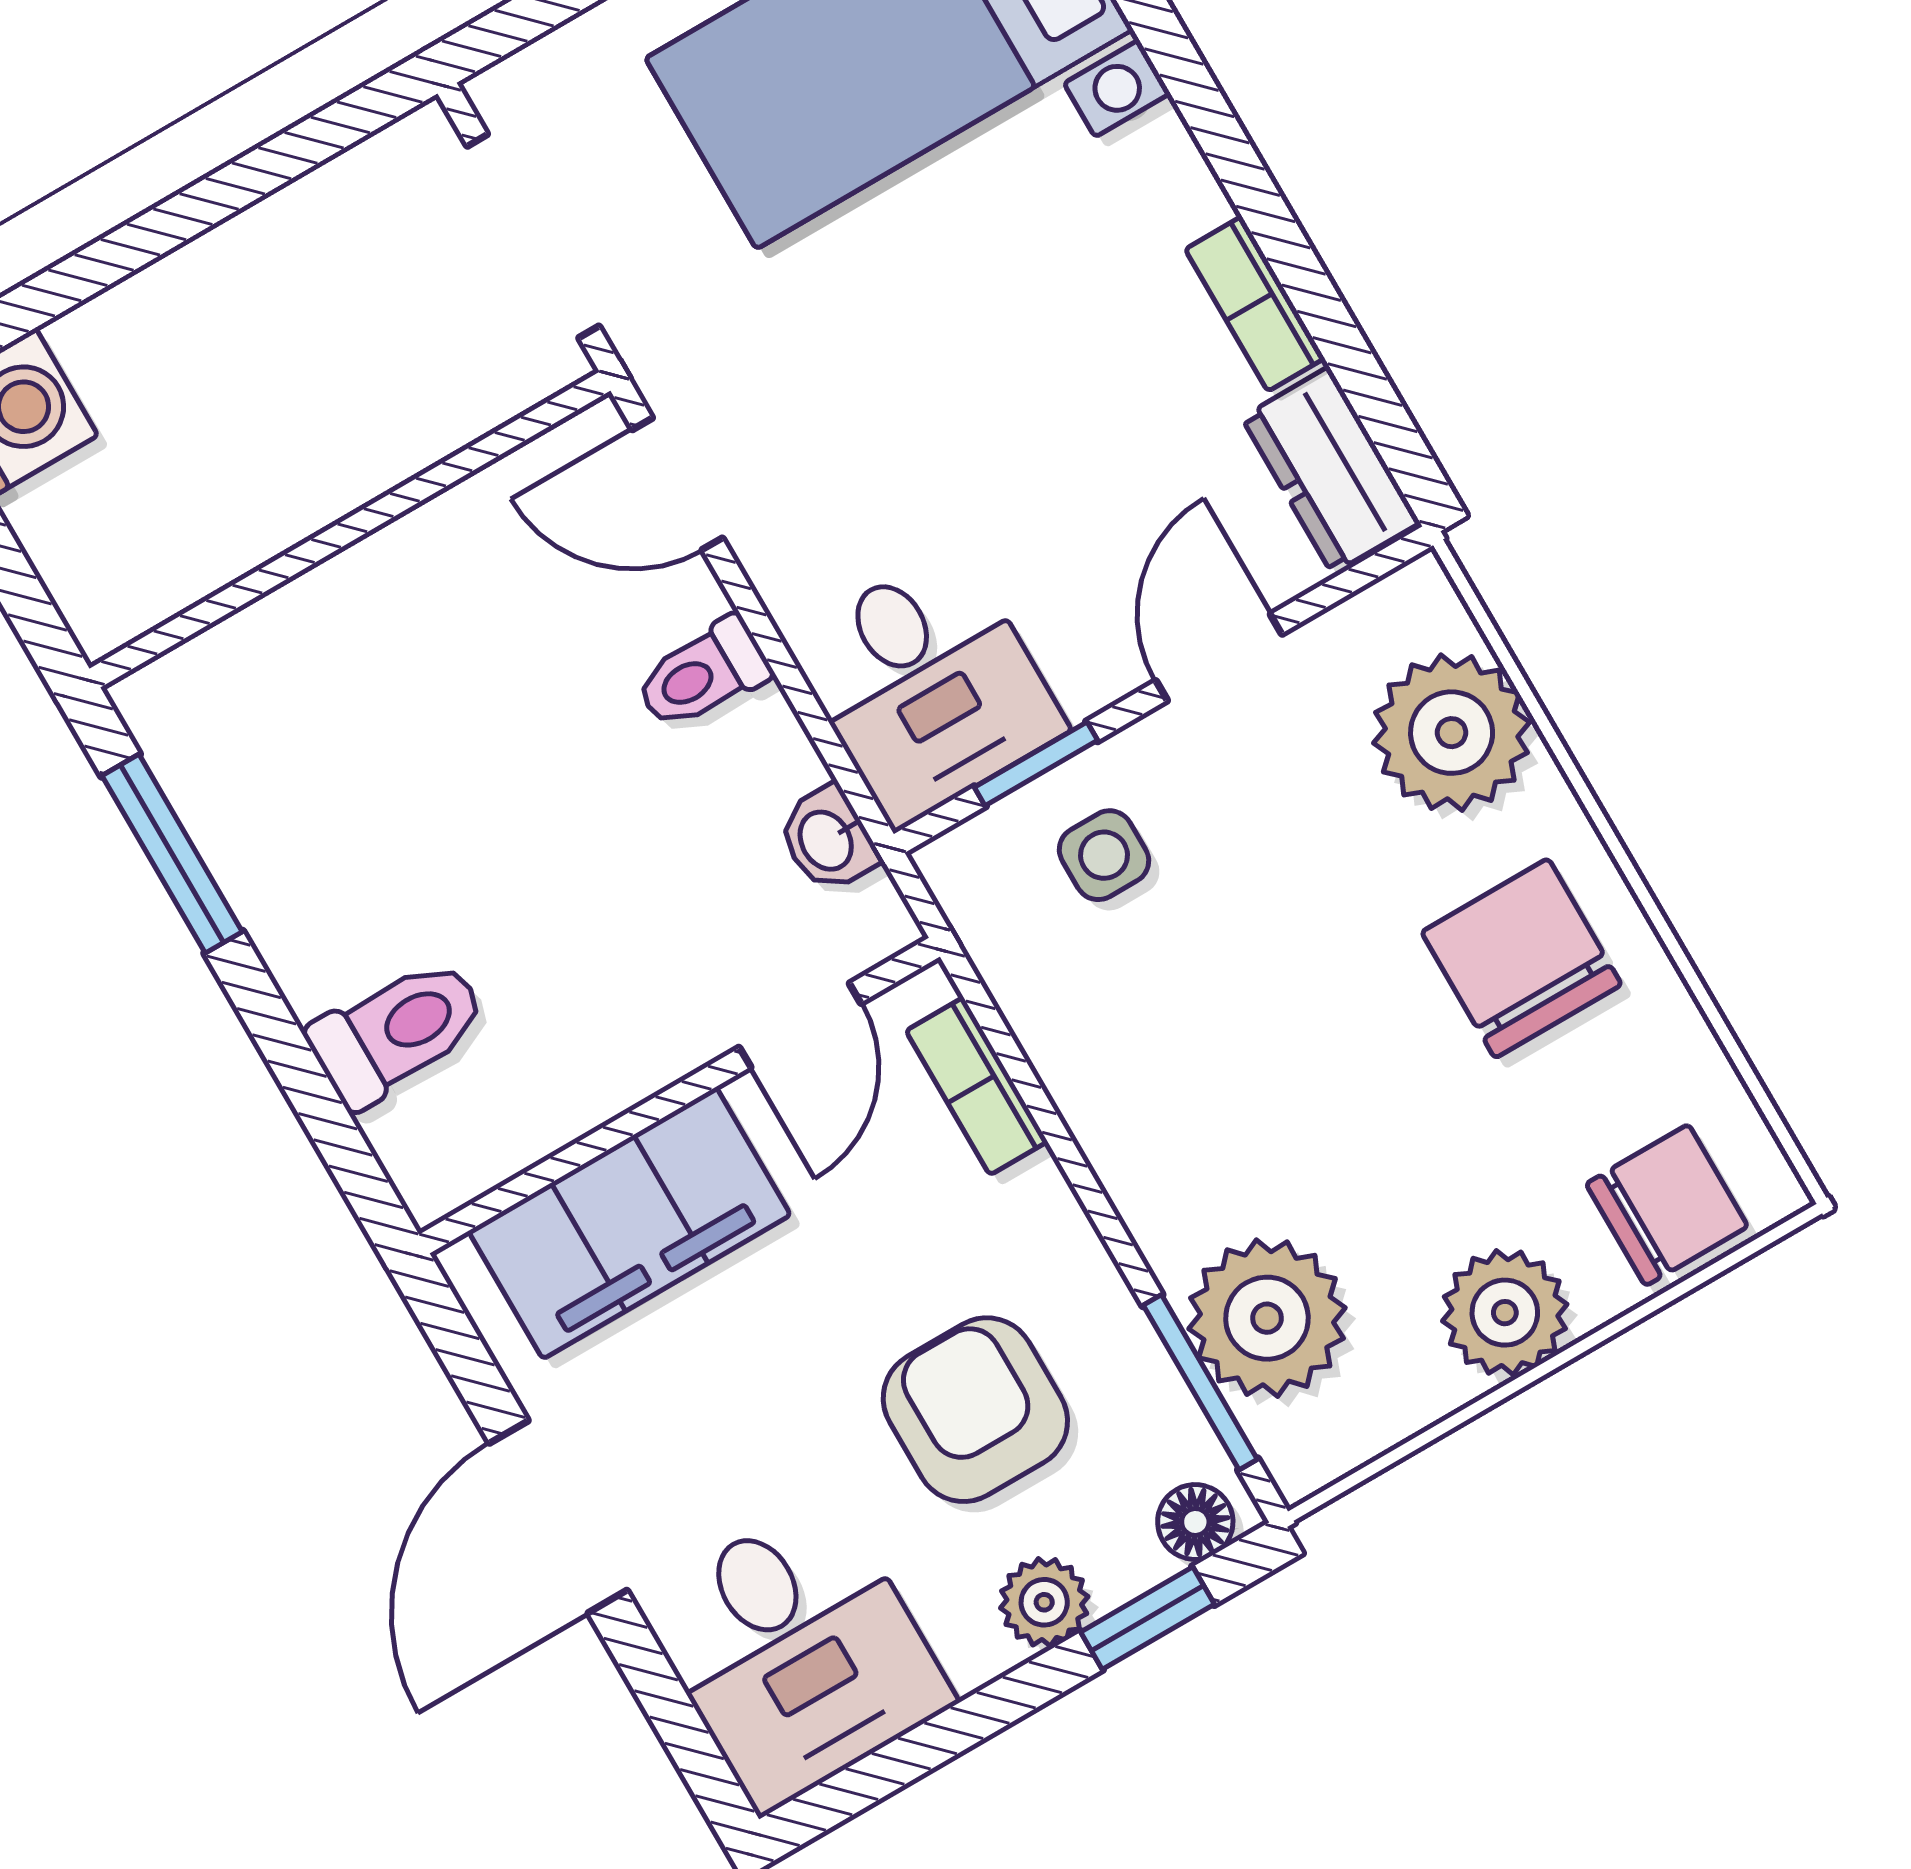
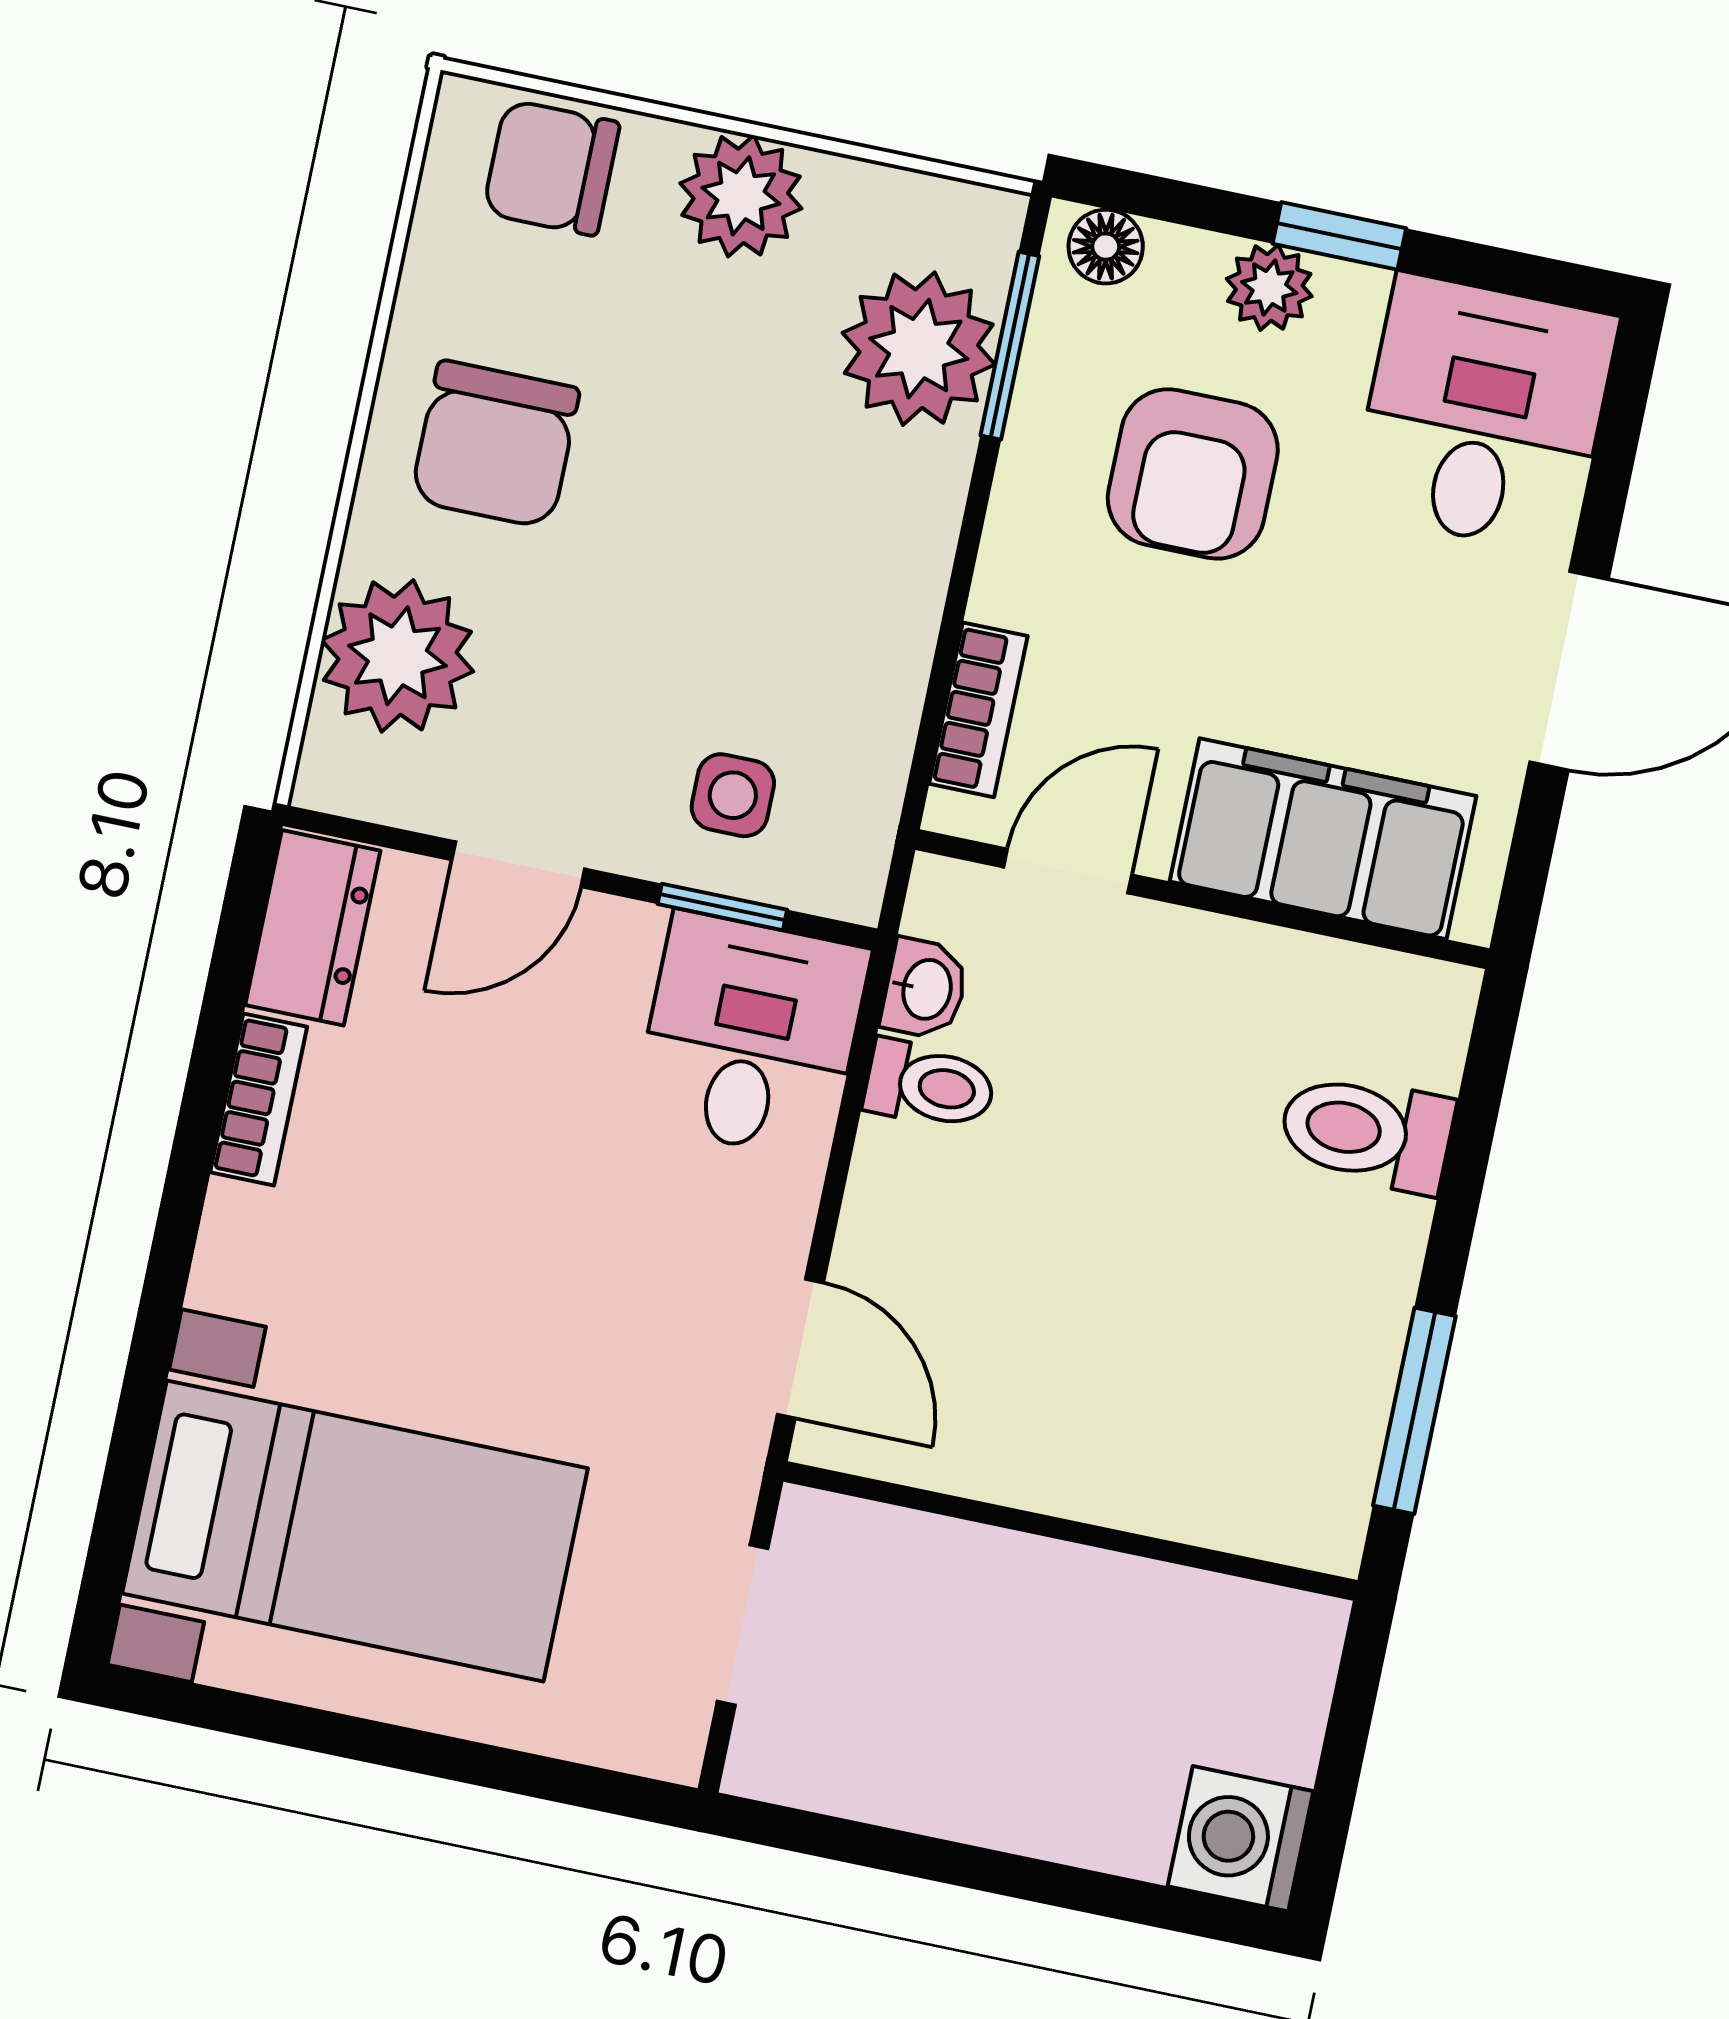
doorway: (533, 236) -> (743, 1625), width x0.73
toilet: (703, 674) -> (930, 1085), moved
window: (1148, 1618) -> (1339, 236), moved

